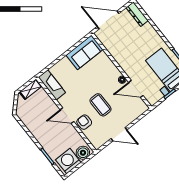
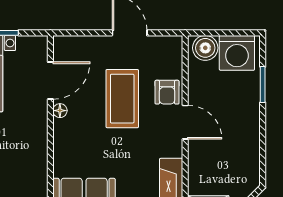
door: (136, 89) -> (50, 81), hinge flipped
coffee table: (101, 105) -> (122, 99), width x1.36, depth x1.32

